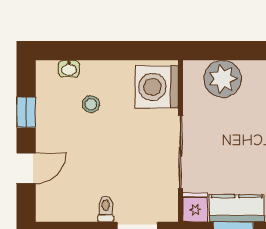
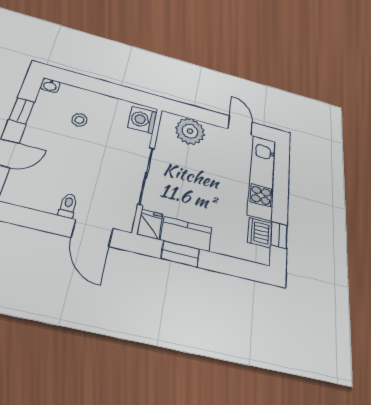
washbasin: (69, 69) -> (50, 85), moved
washing machine: (157, 87) -> (143, 120), width x0.73, depth x0.73

